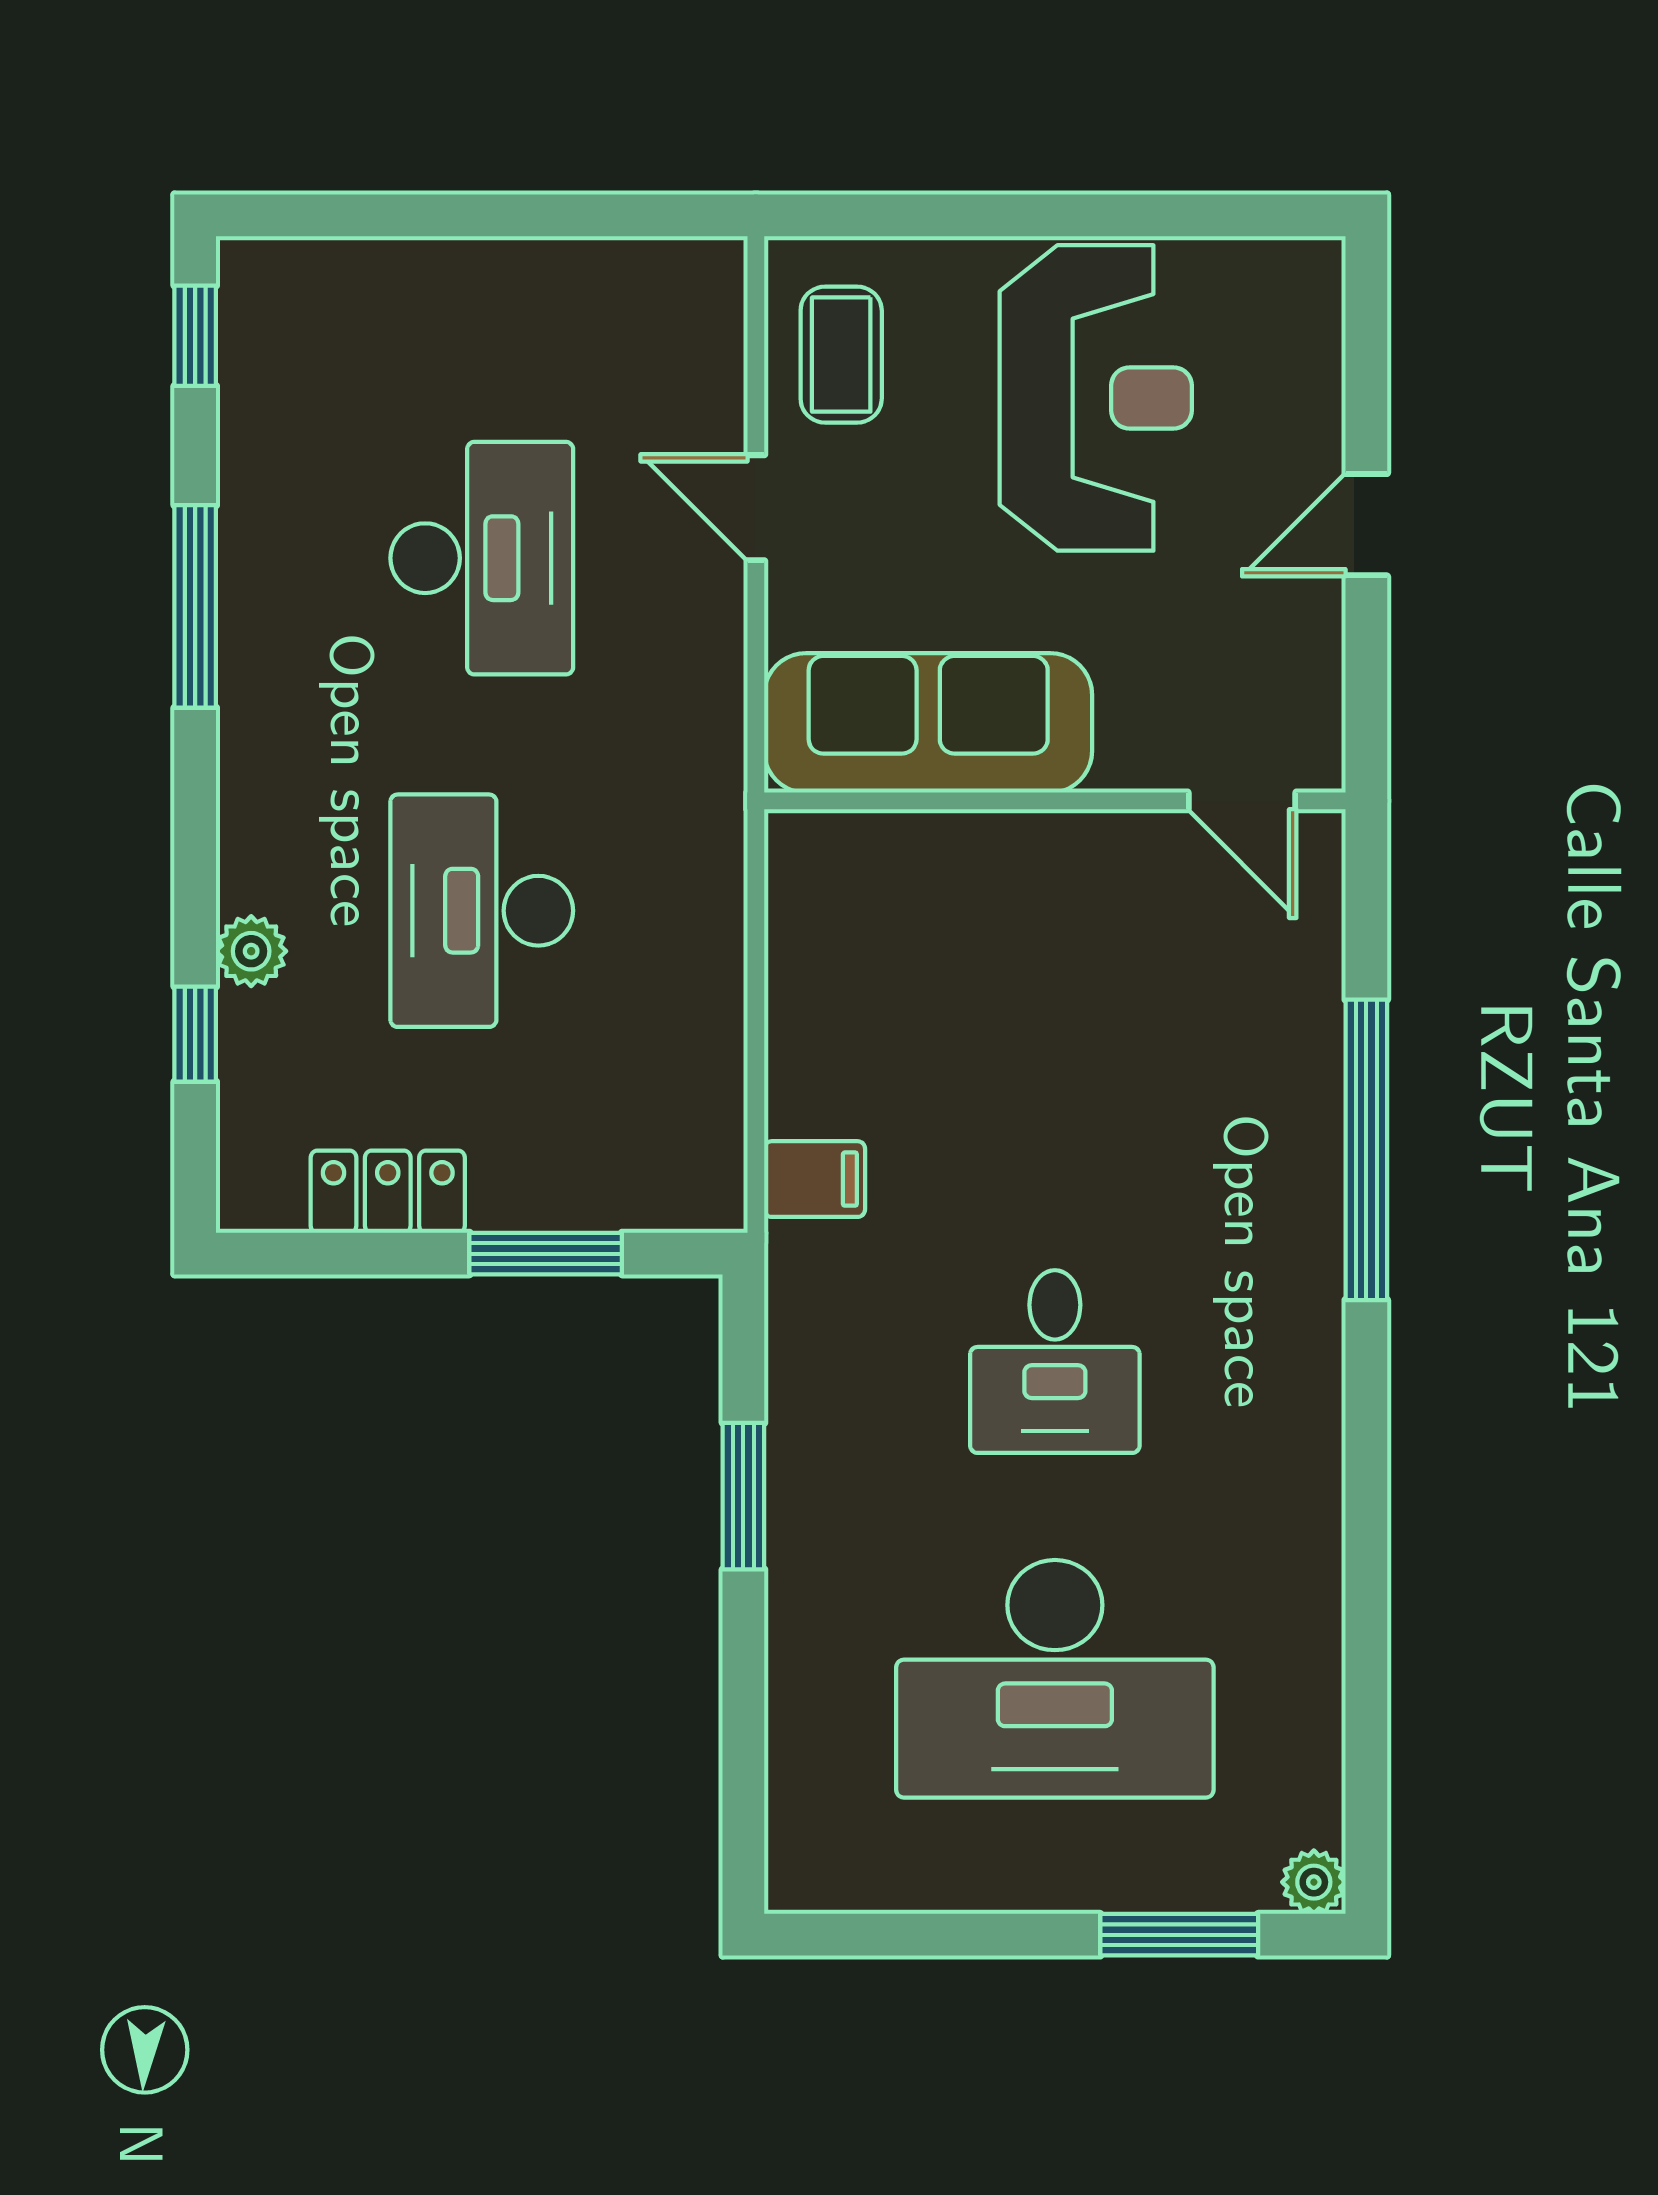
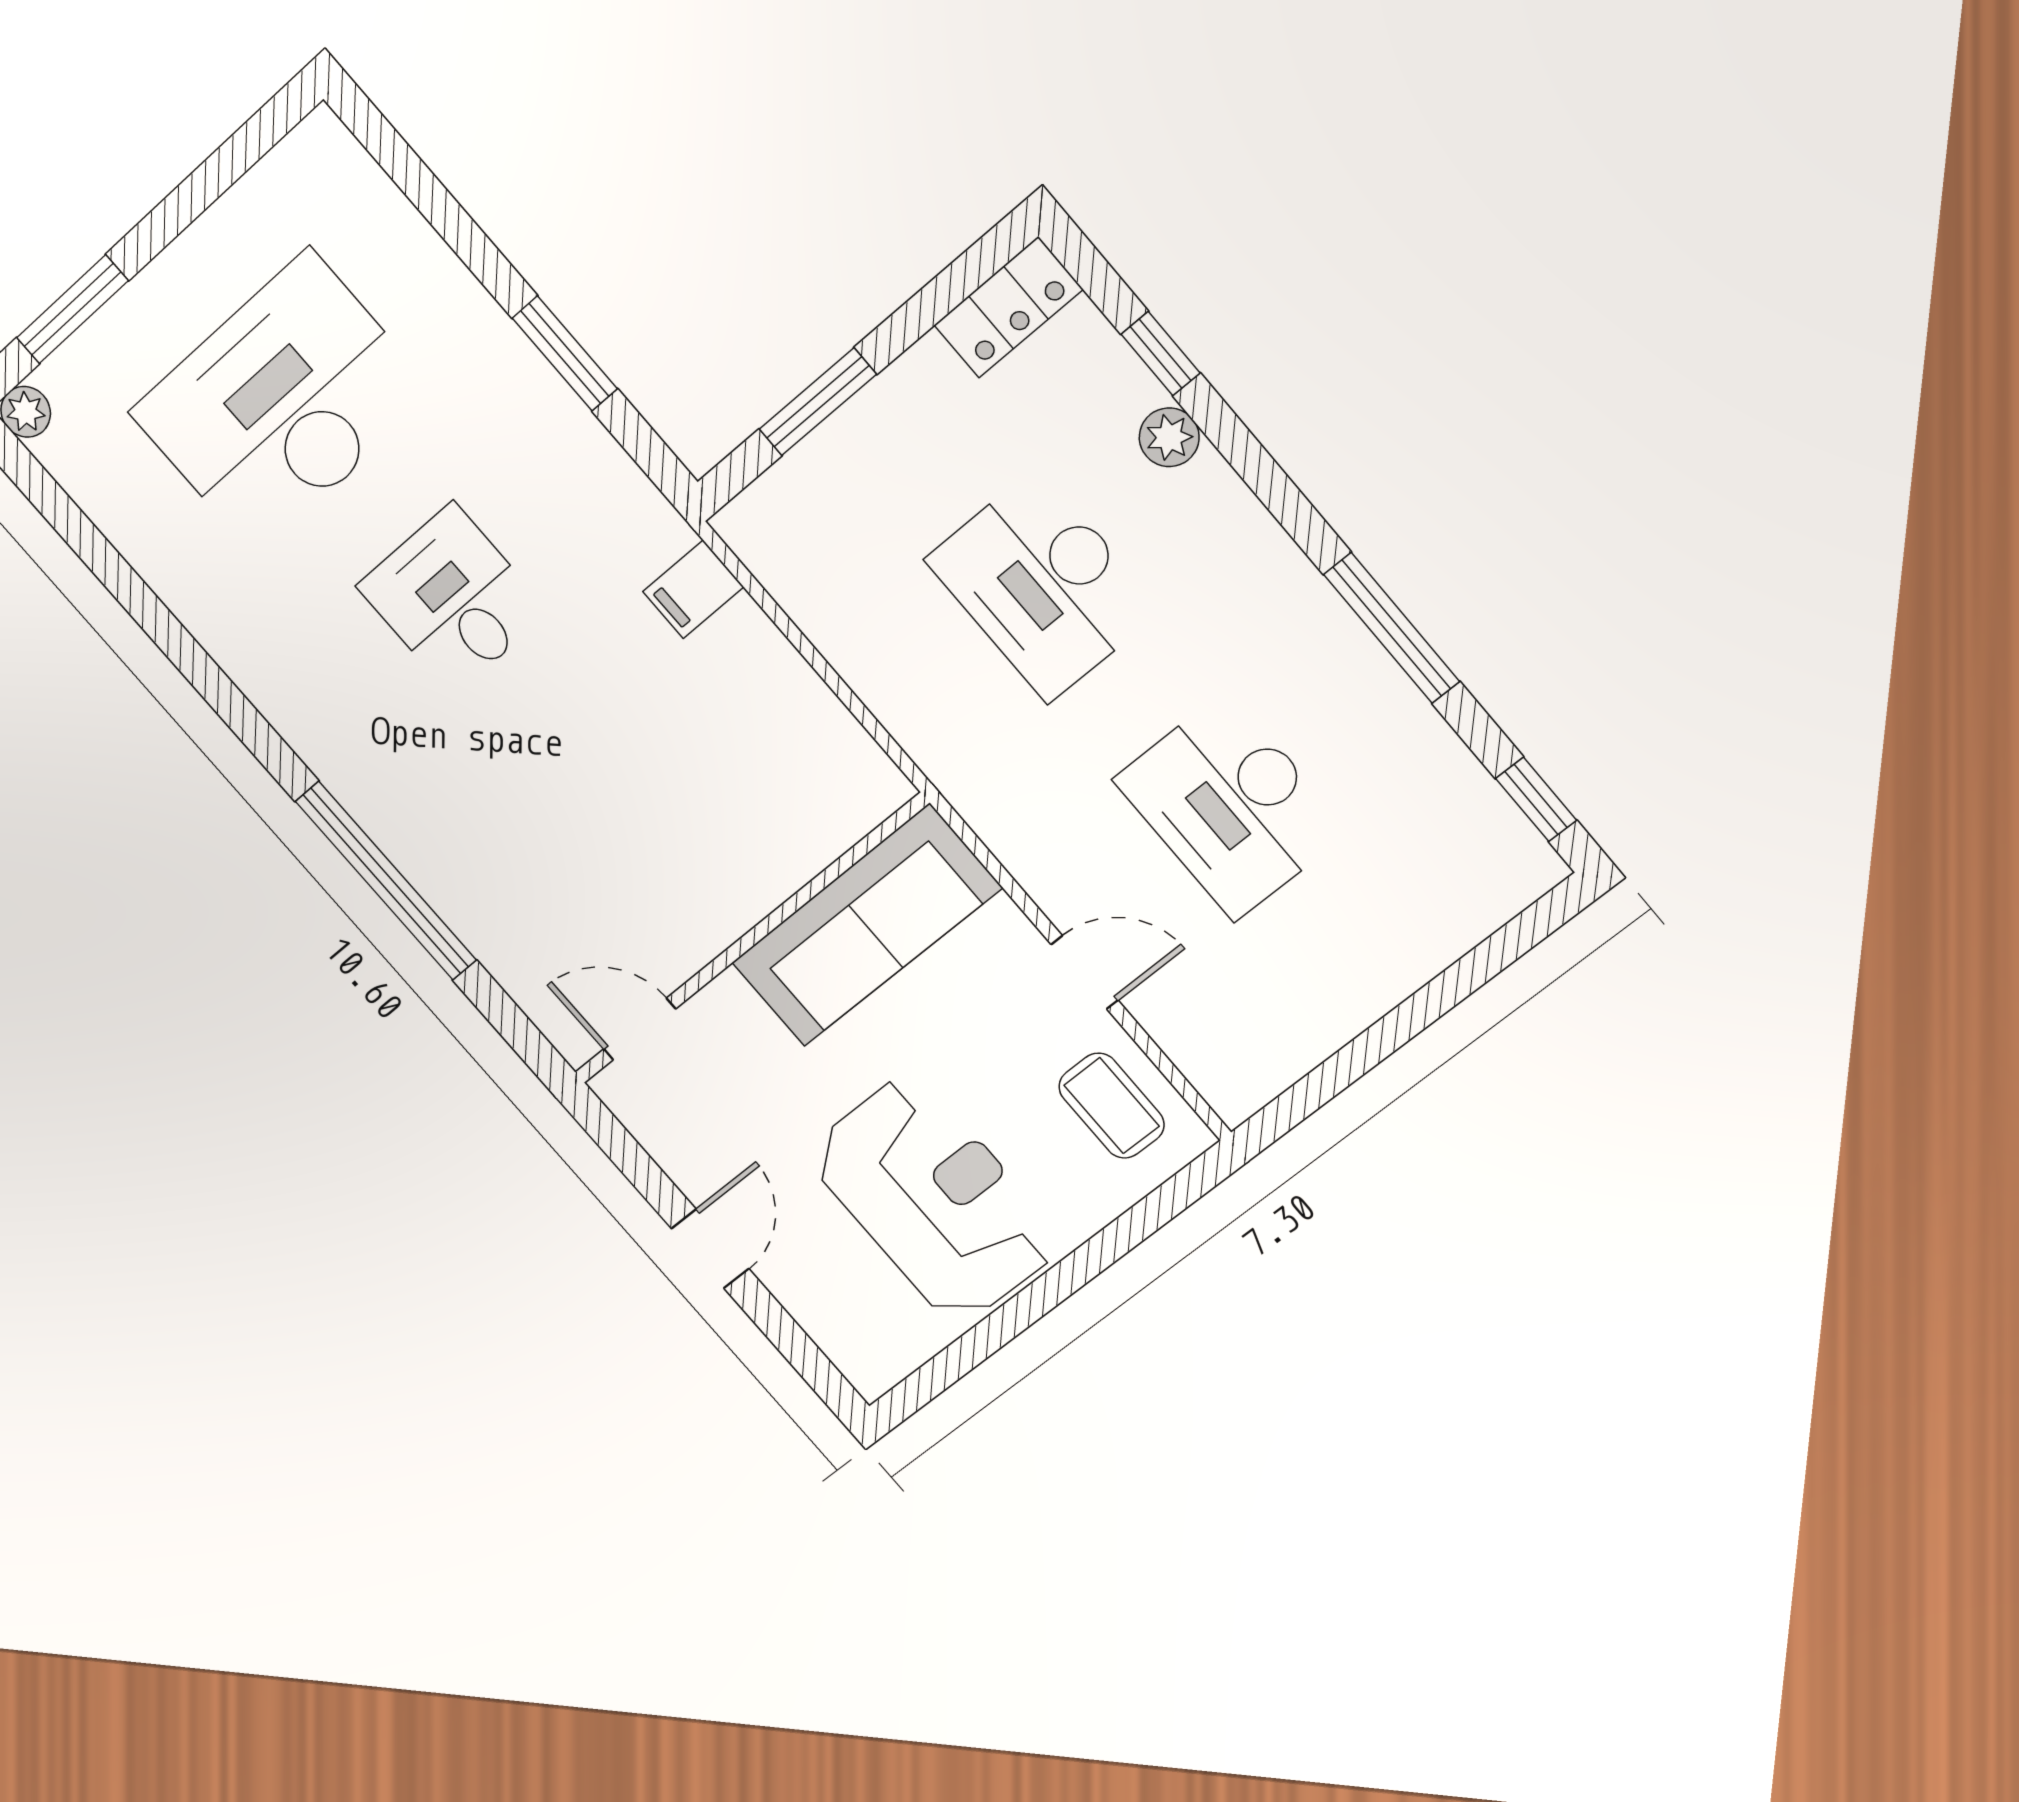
reception desk: (1096, 398) -> (934, 1199), turned 180
desk: (482, 911) -> (1043, 585), turned 180
locker: (388, 1192) -> (1008, 307), moved

